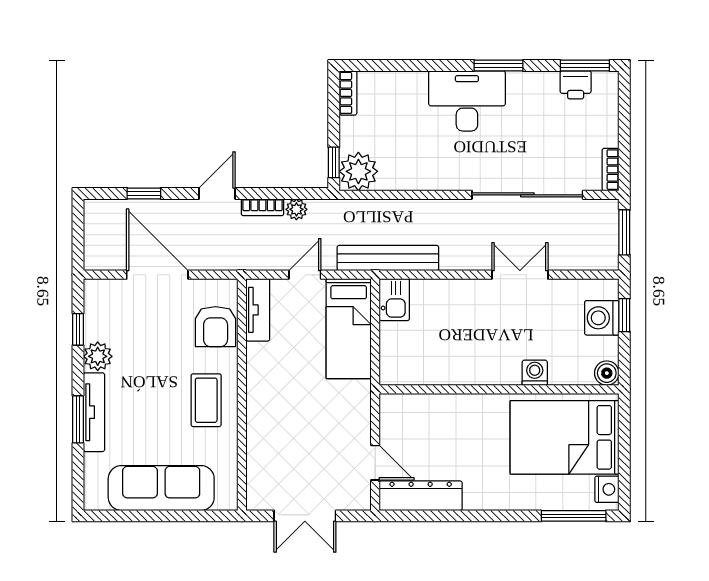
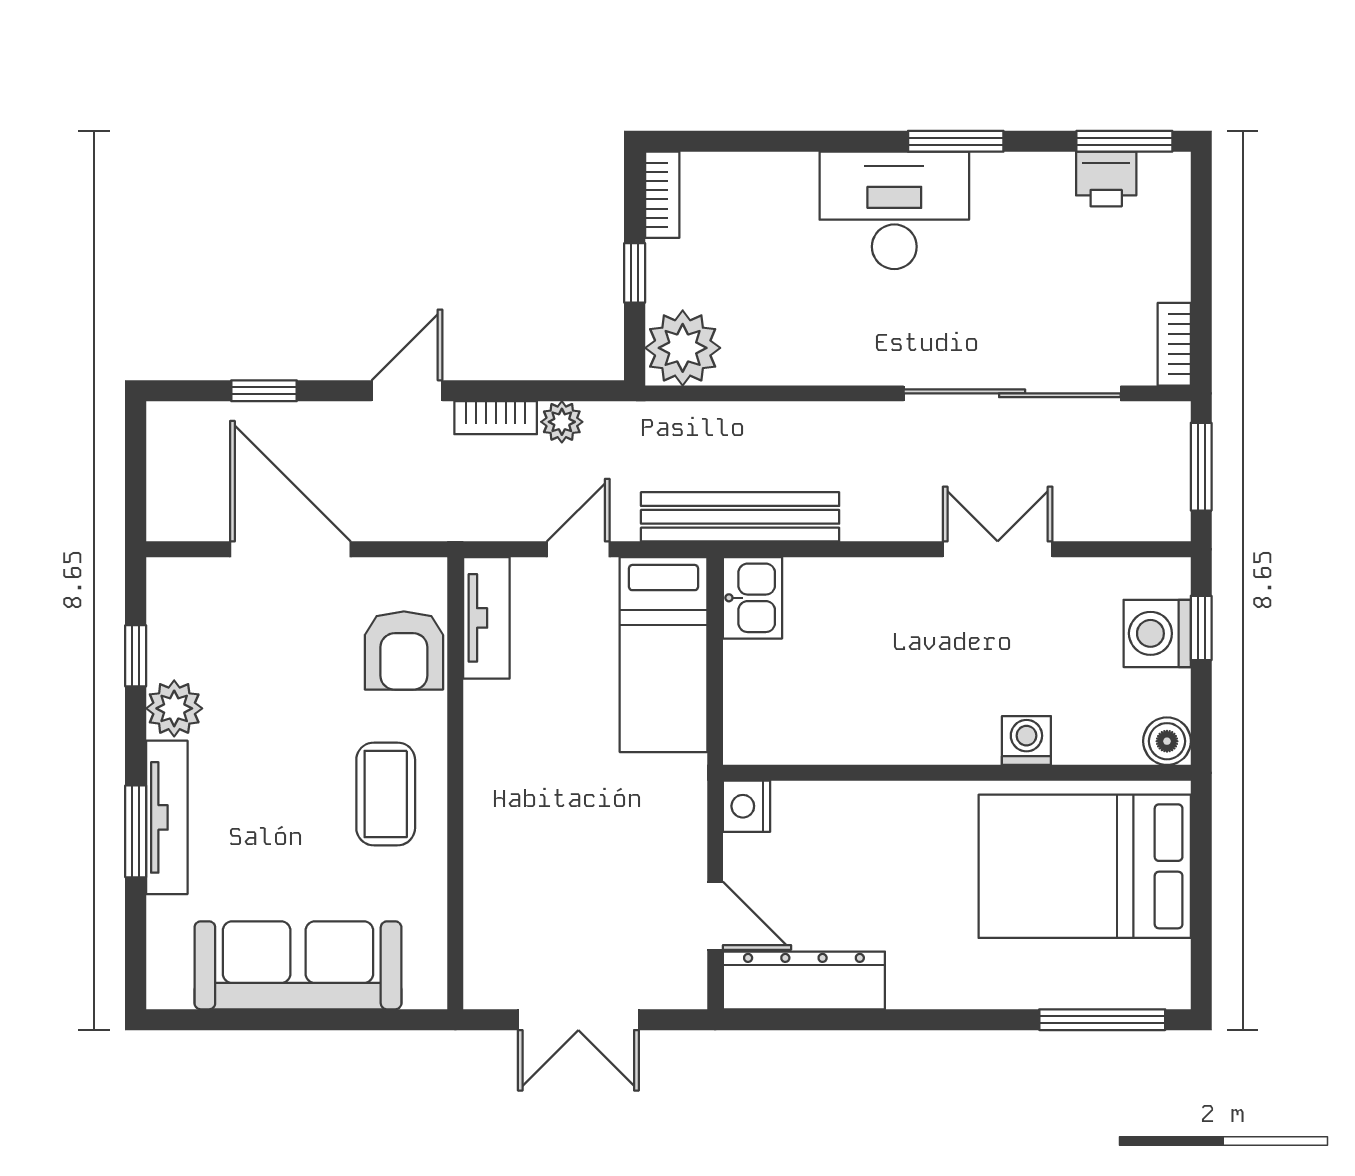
window: (334, 162) -> (635, 273), moved
nightstand: (607, 489) -> (747, 806), moved, turned 180

